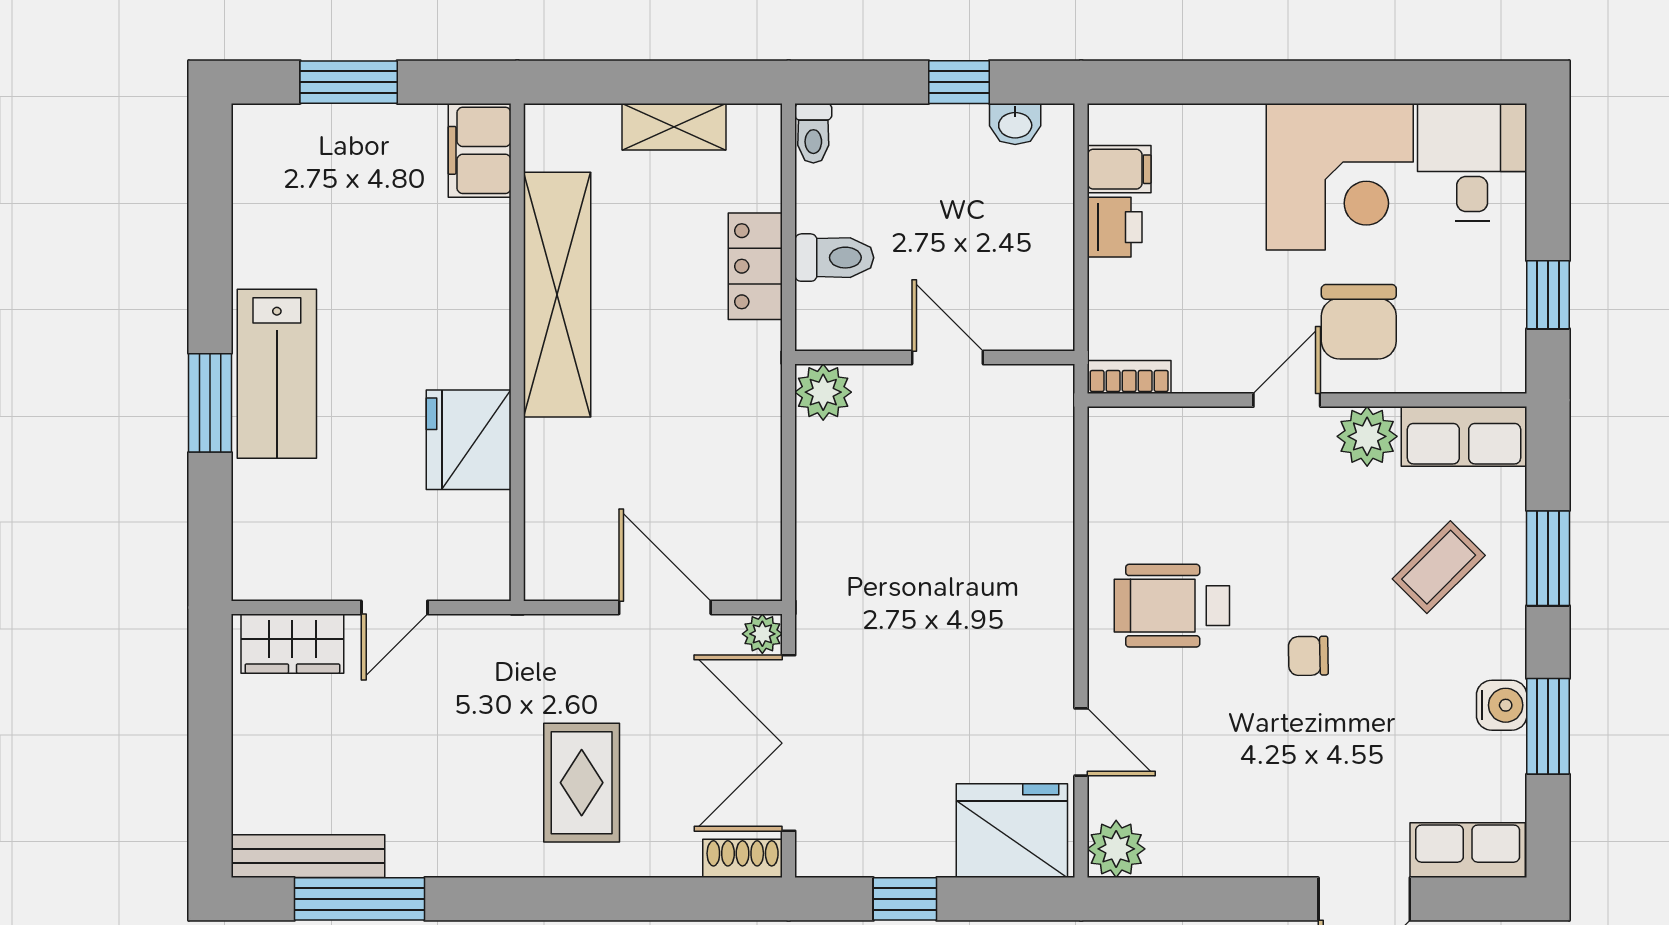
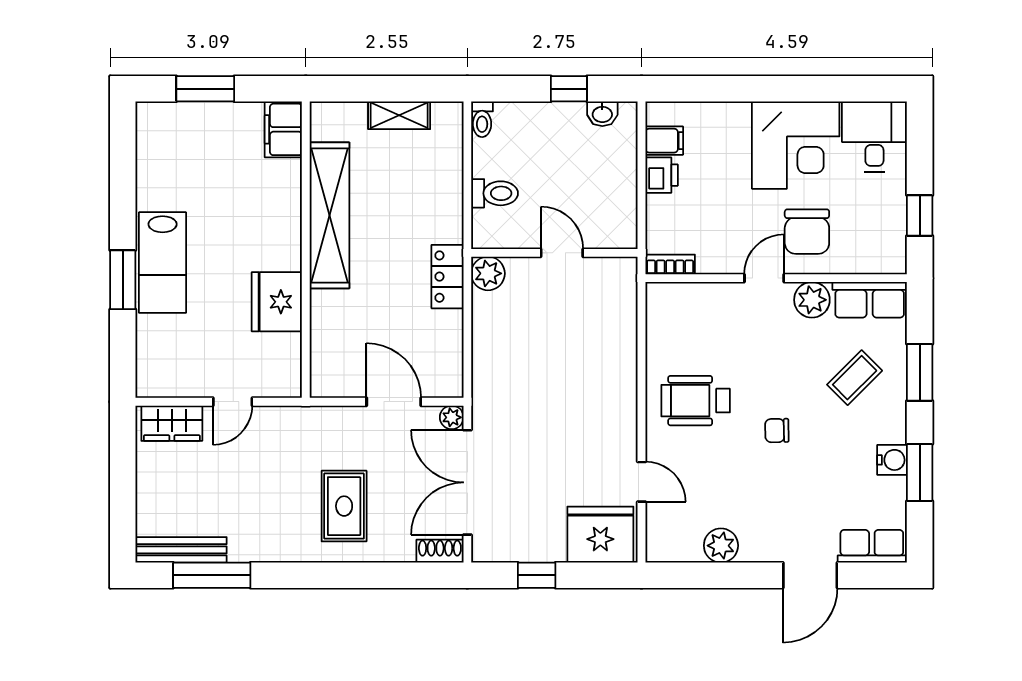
locker: (755, 266) -> (447, 277), moved
plant: (1116, 849) -> (721, 546), moved

